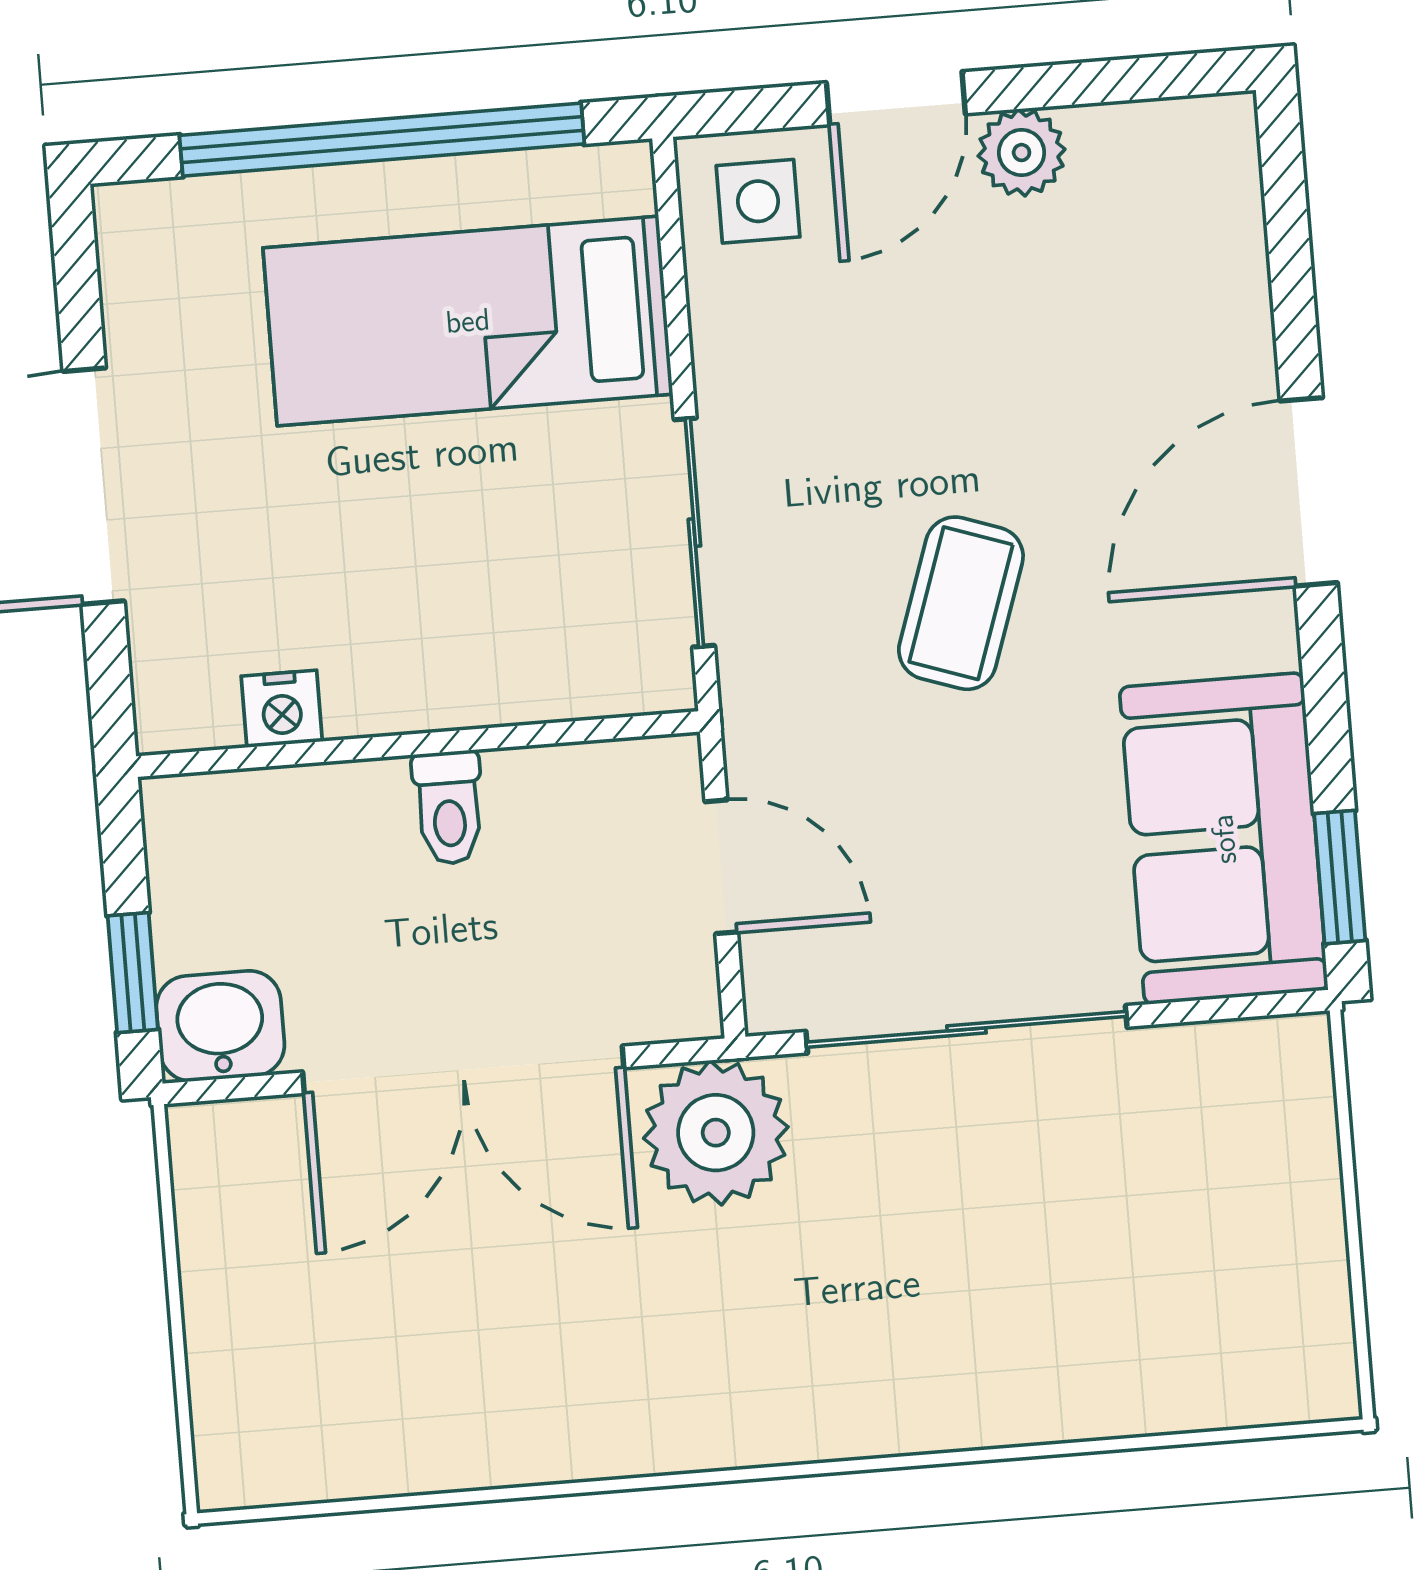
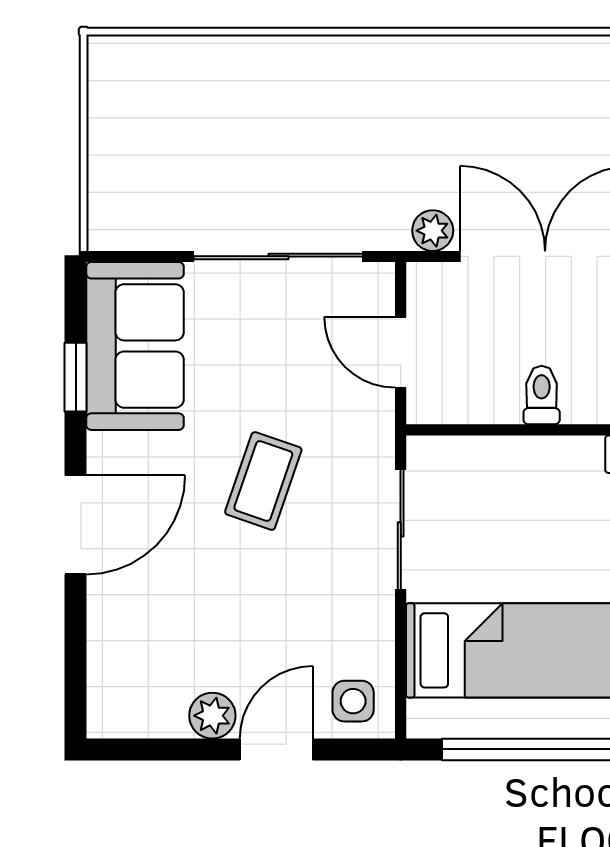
window: (1340, 877) -> (76, 377), moved
plant: (716, 1133) -> (433, 231), width x0.53, depth x0.53

